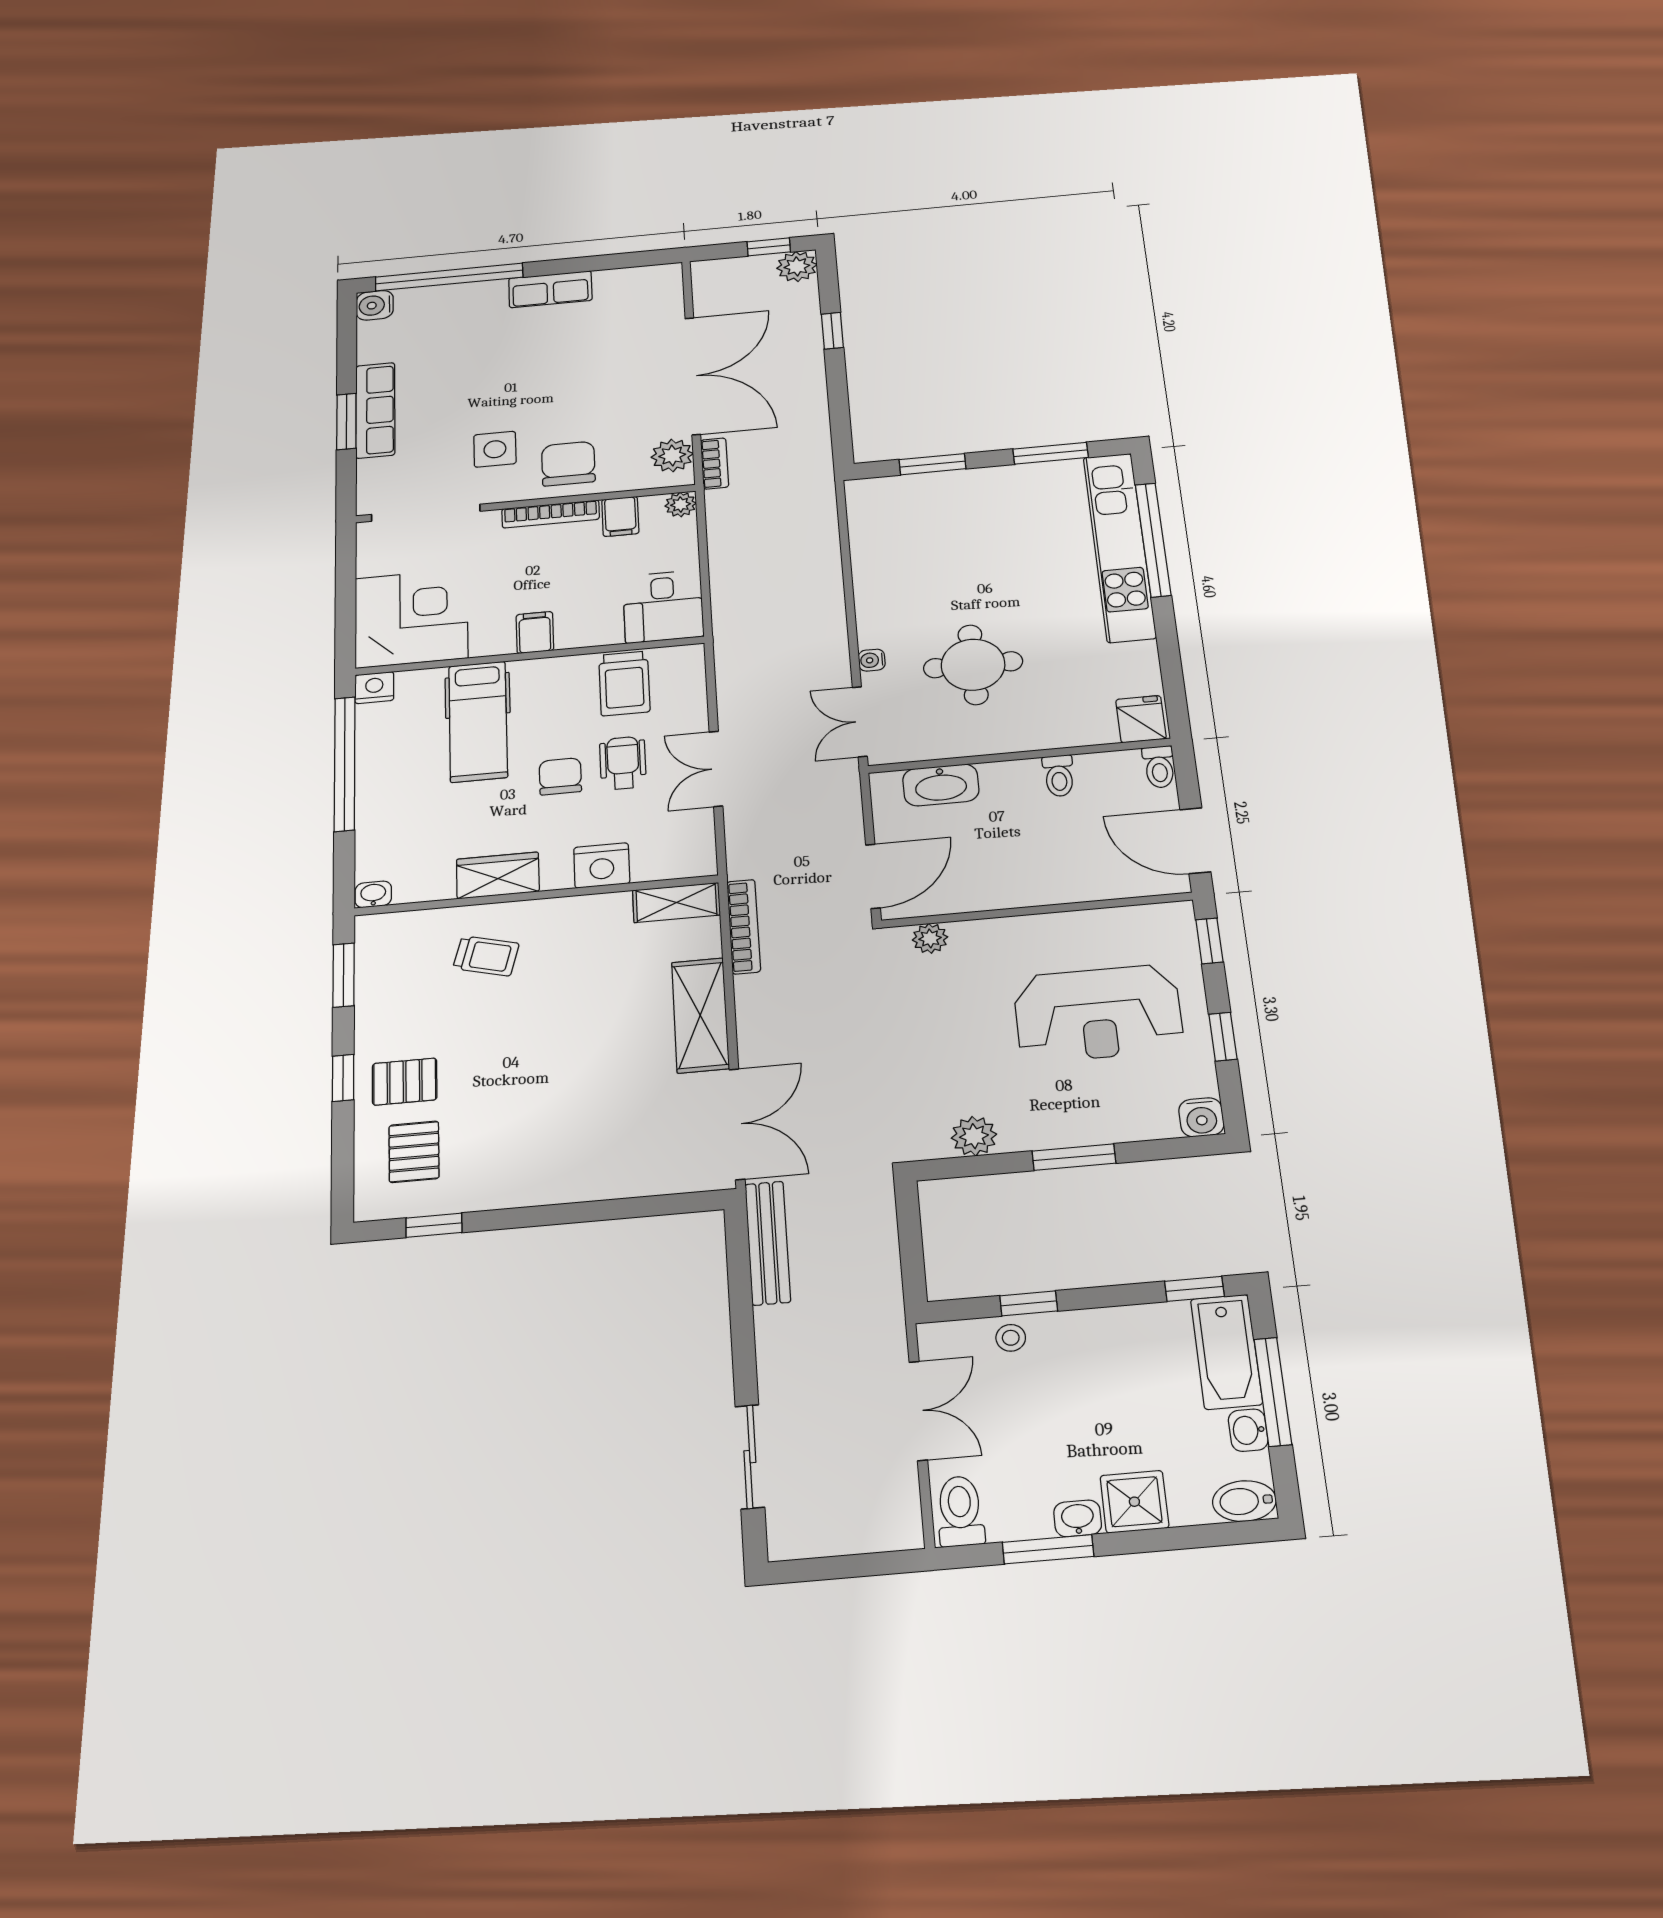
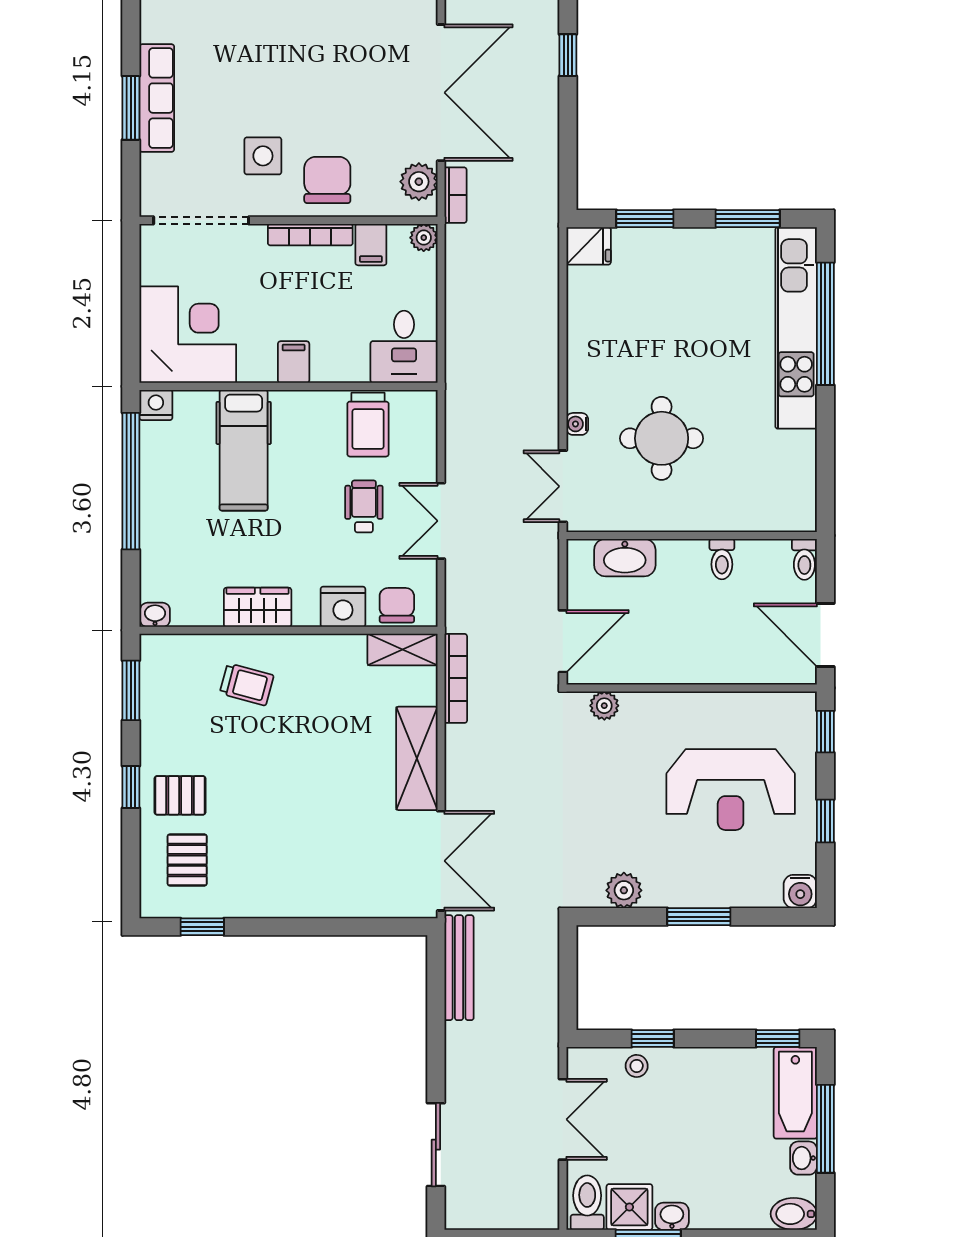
fridge: (1141, 719) -> (589, 246), moved, turned 90
chair: (560, 776) -> (397, 605), moved
shower: (1134, 1502) -> (629, 1207), moved

